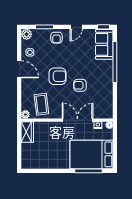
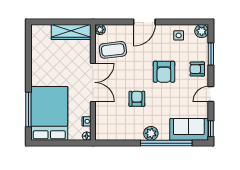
door: (76, 27) -> (211, 94), hinge flipped
door: (19, 69) -> (144, 22), moved
plant: (107, 74) -> (151, 133), added
armchair: (57, 76) -> (164, 72), moved
double door: (77, 120) -> (93, 82), moved
wardrobe: (27, 132) -> (71, 32), width x1.50

